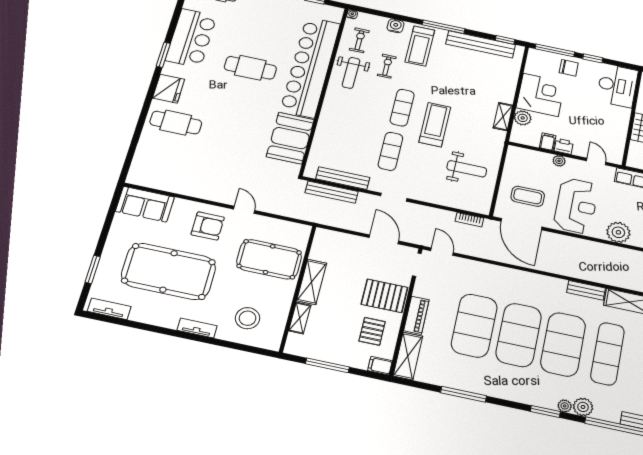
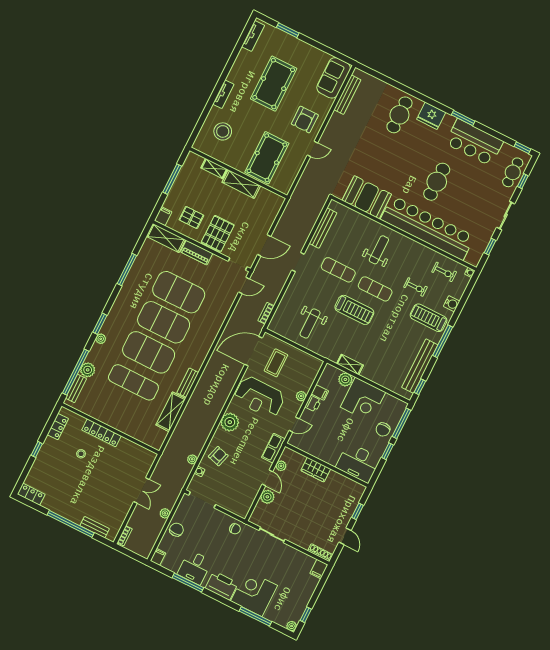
weight bench: (351, 73) -> (379, 250), moved, turned 90
bench: (332, 192) -> (347, 95), moved
pool table: (169, 271) -> (274, 84), width x0.73, depth x0.76
plant: (583, 407) -> (88, 370), moved

